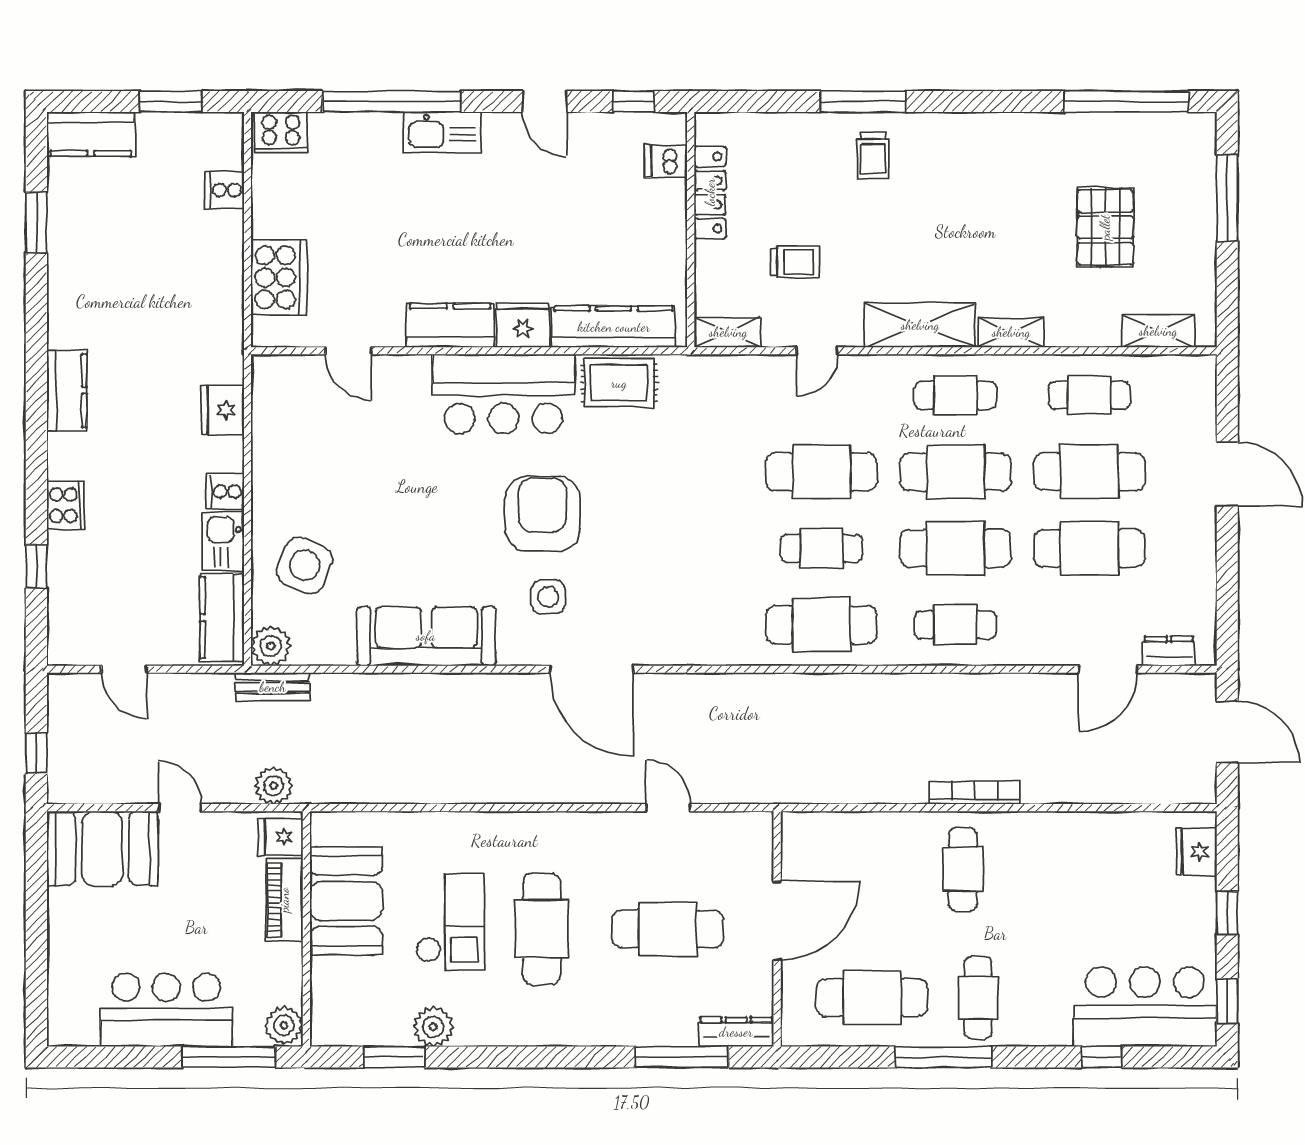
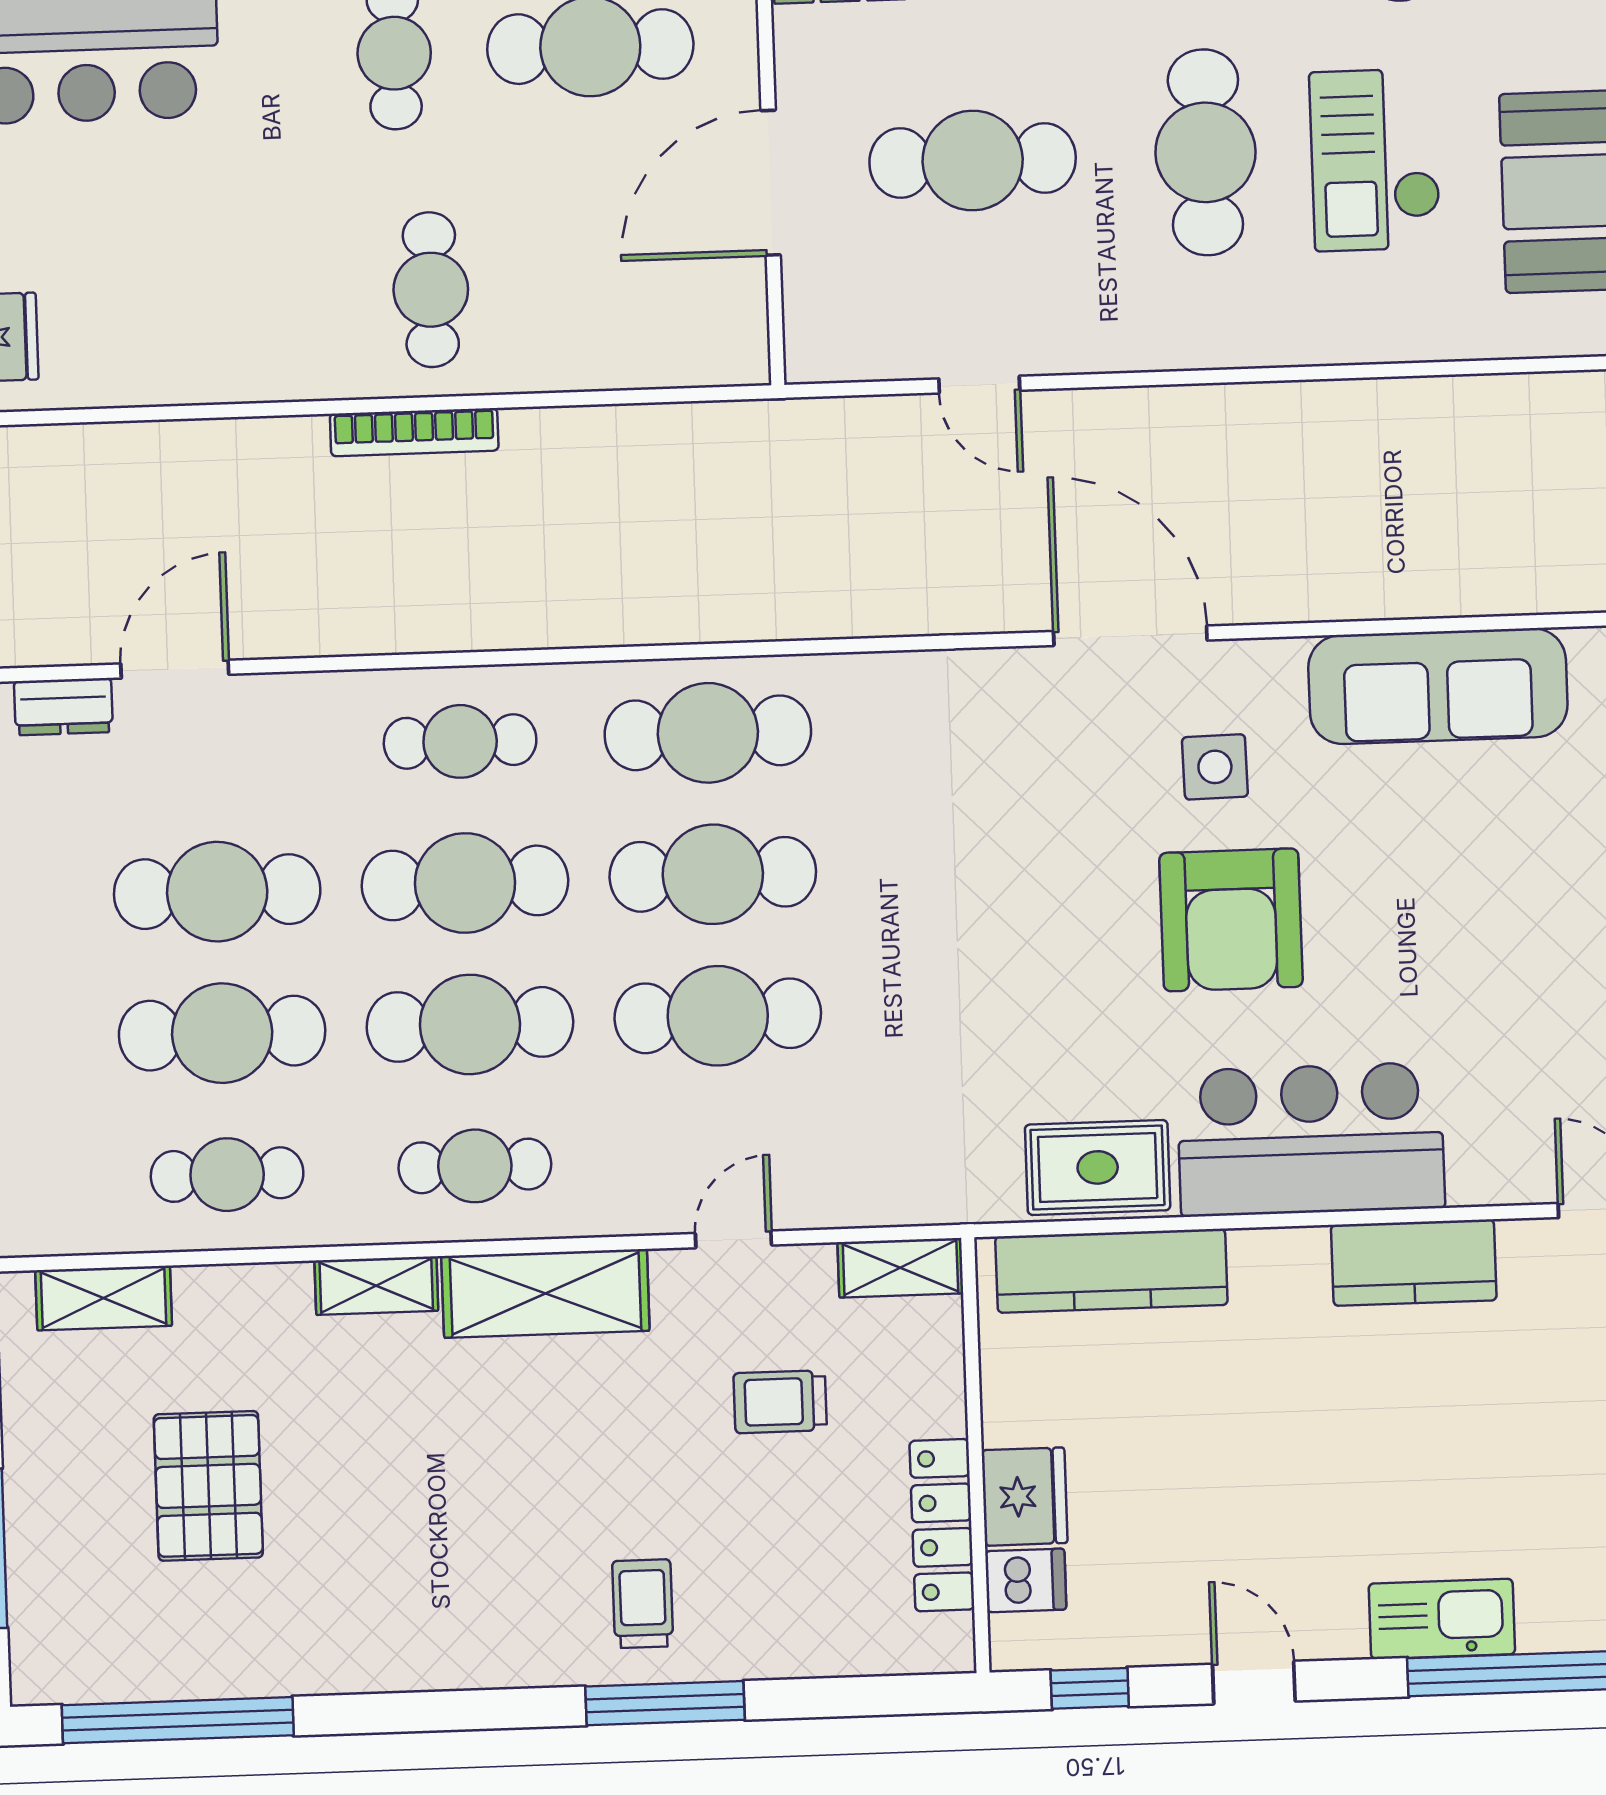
fridge: (523, 325) -> (1025, 1497), moved, turned -90
cafe table: (821, 548) -> (713, 874), width x1.37, depth x1.35

